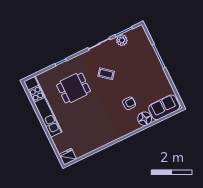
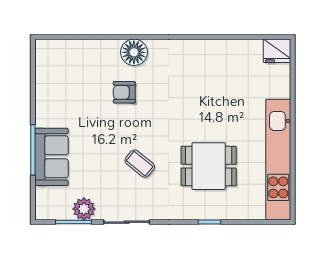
sofa: (164, 107) -> (52, 157), moved, turned -90
floor lamp: (145, 119) -> (134, 52), moved

